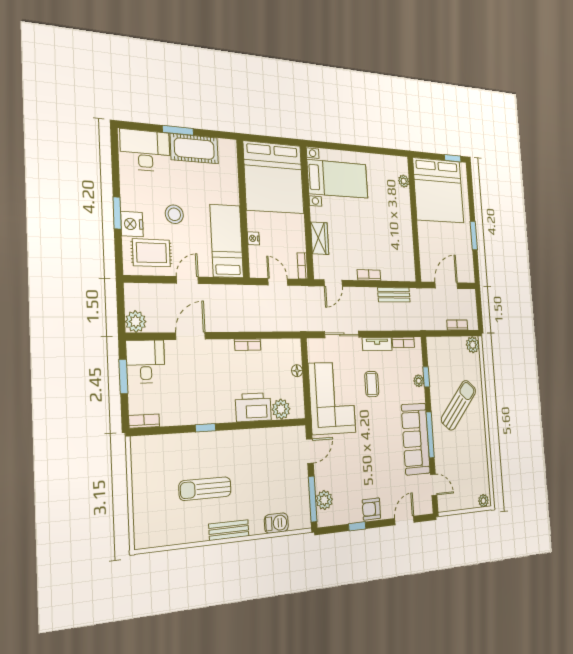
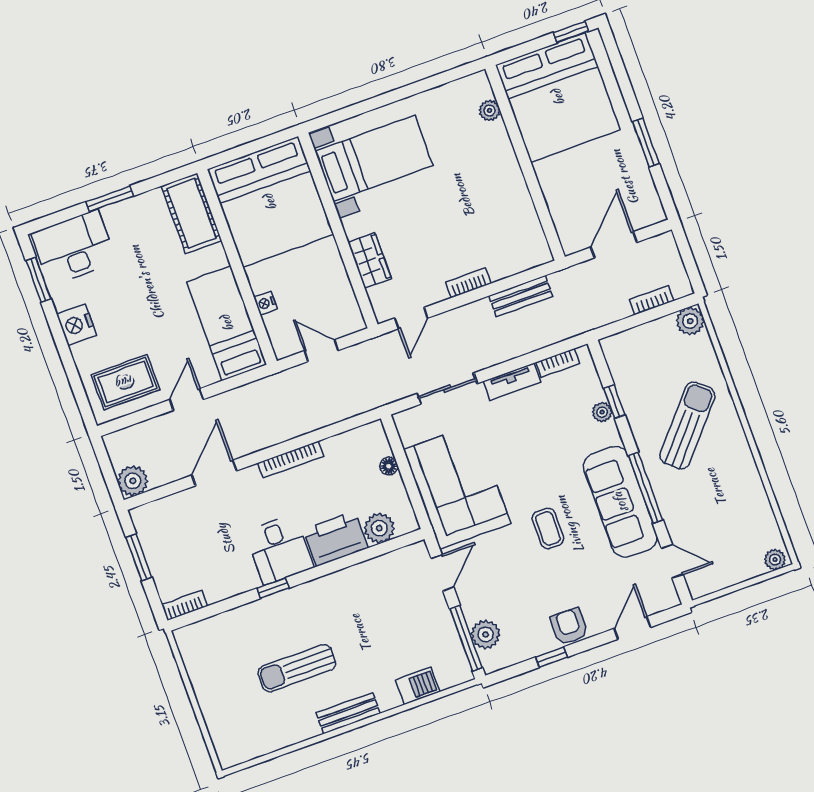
cot: (194, 149) -> (192, 213), moved, turned 90
window: (117, 213) -> (38, 279), moved
stool: (174, 214) -> (141, 317), removed
nightstand: (132, 224) -> (76, 325), moved
bookcase: (302, 266) -> (354, 312), removed
bookcase: (248, 345) -> (291, 460), width x1.56
desk: (146, 362) -> (279, 549), moved, turned 180
coffee table: (372, 384) -> (548, 528), moved
armchair: (371, 509) -> (569, 626), turned 90

